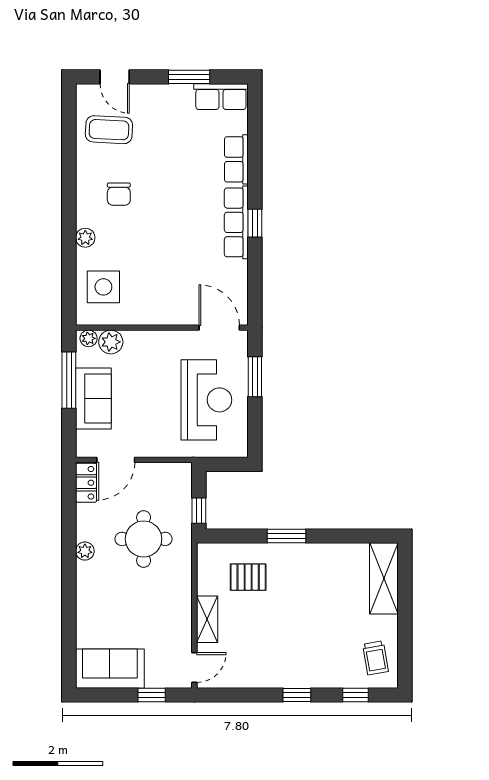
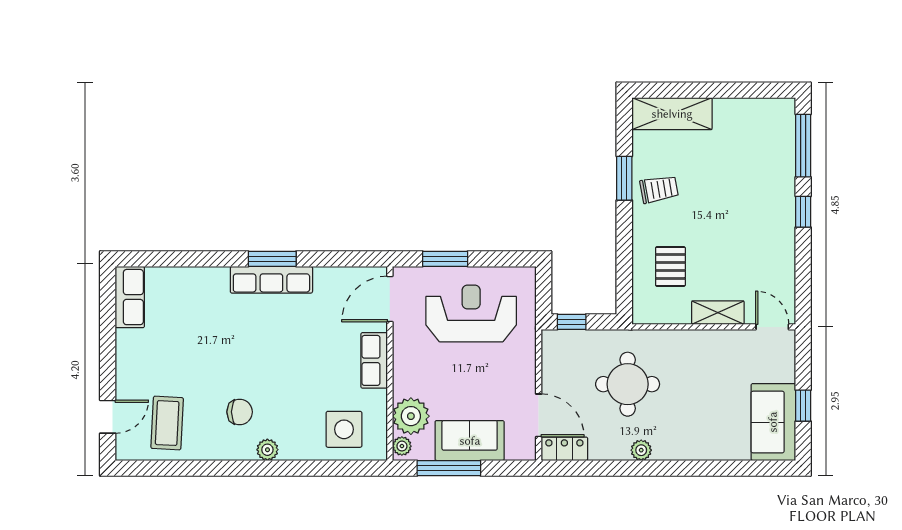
window: (189, 77) -> (108, 333), removed
row of seats: (236, 159) -> (374, 360), moved, turned 90
window: (255, 223) -> (272, 259), width x1.50
plant: (85, 238) -> (267, 450), moved
plant: (111, 342) -> (411, 416), width x1.36, depth x1.36
window: (199, 511) -> (572, 322), moved
window: (287, 536) -> (624, 178), moved
trolley: (375, 658) -> (659, 189), moved
window: (152, 695) -> (803, 406), moved
window: (356, 695) -> (803, 146), width x2.17

